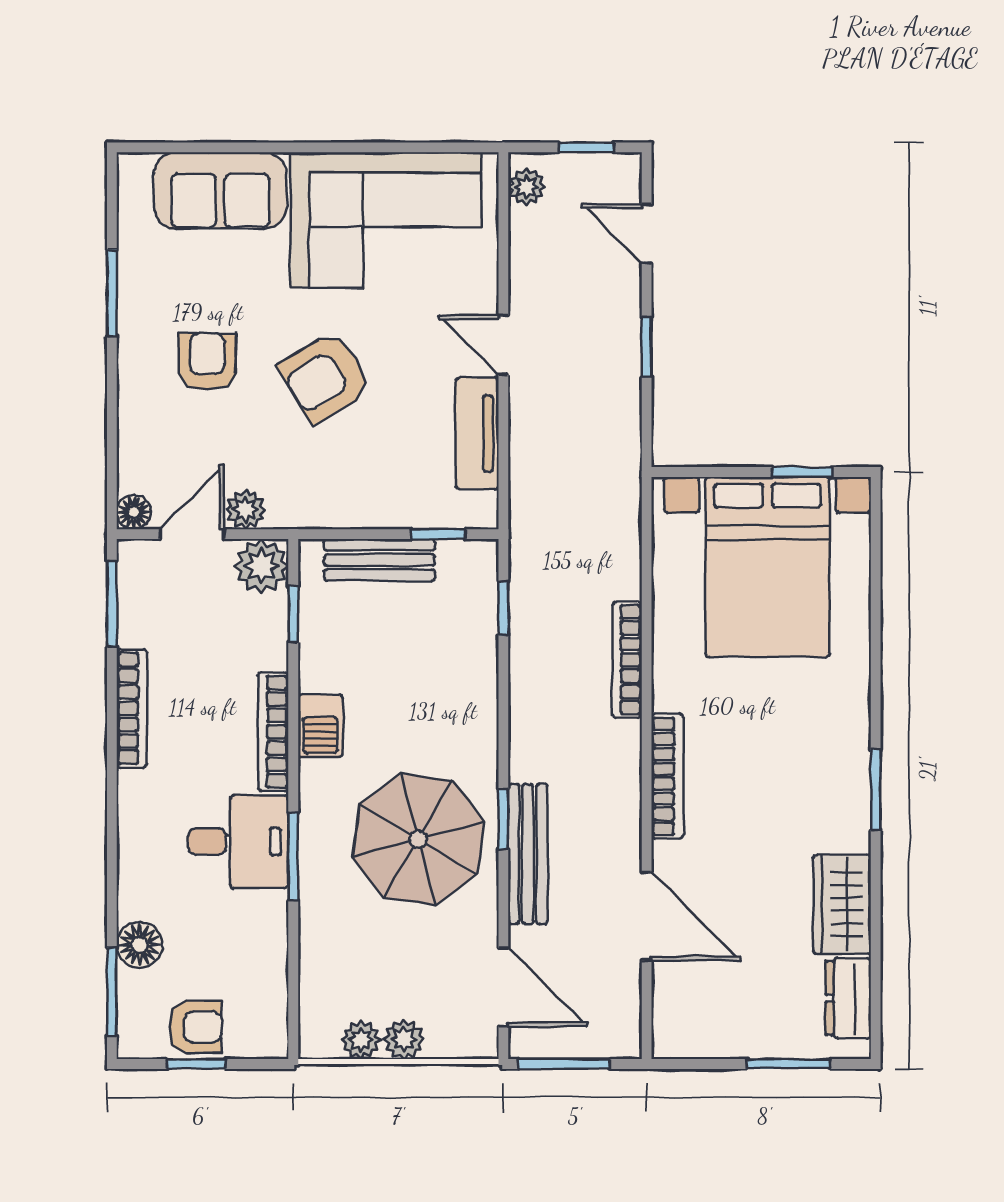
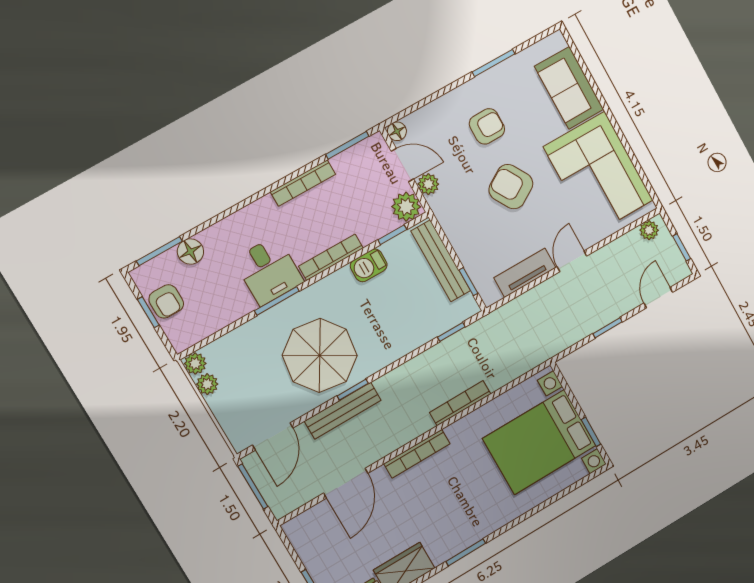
bench: (379, 560) -> (441, 261), width x1.36
barbecue: (320, 726) -> (369, 265), moved
plant: (404, 1039) -> (195, 364), moved

